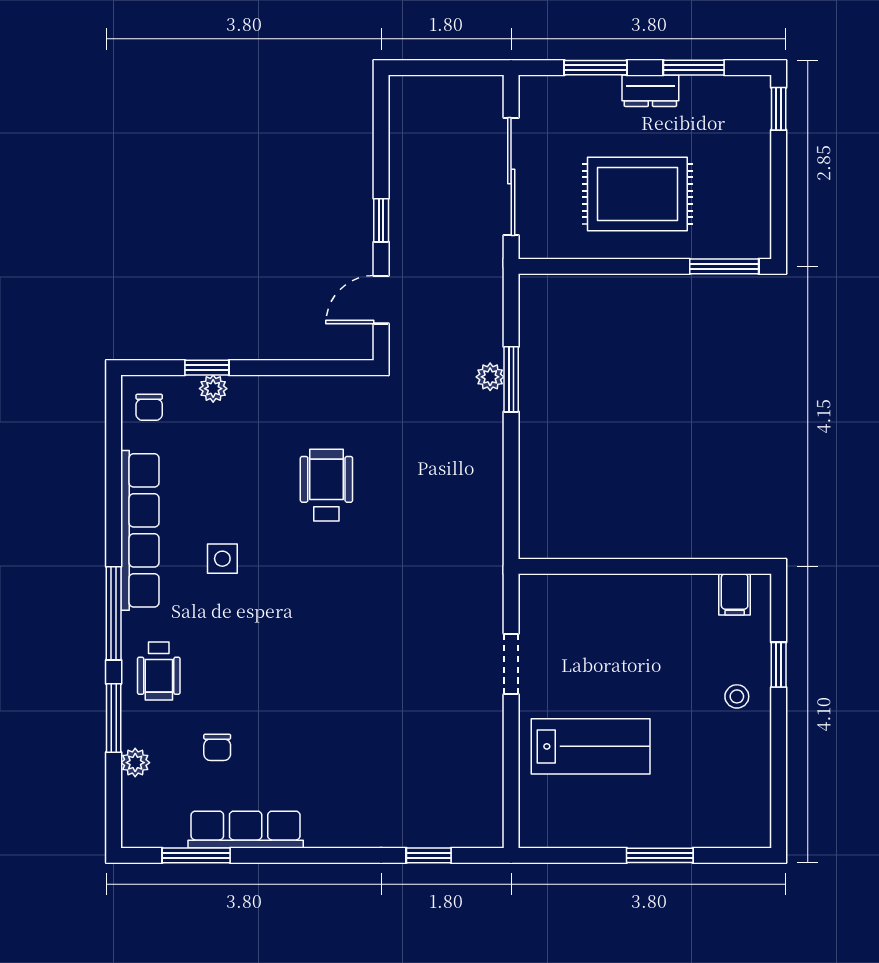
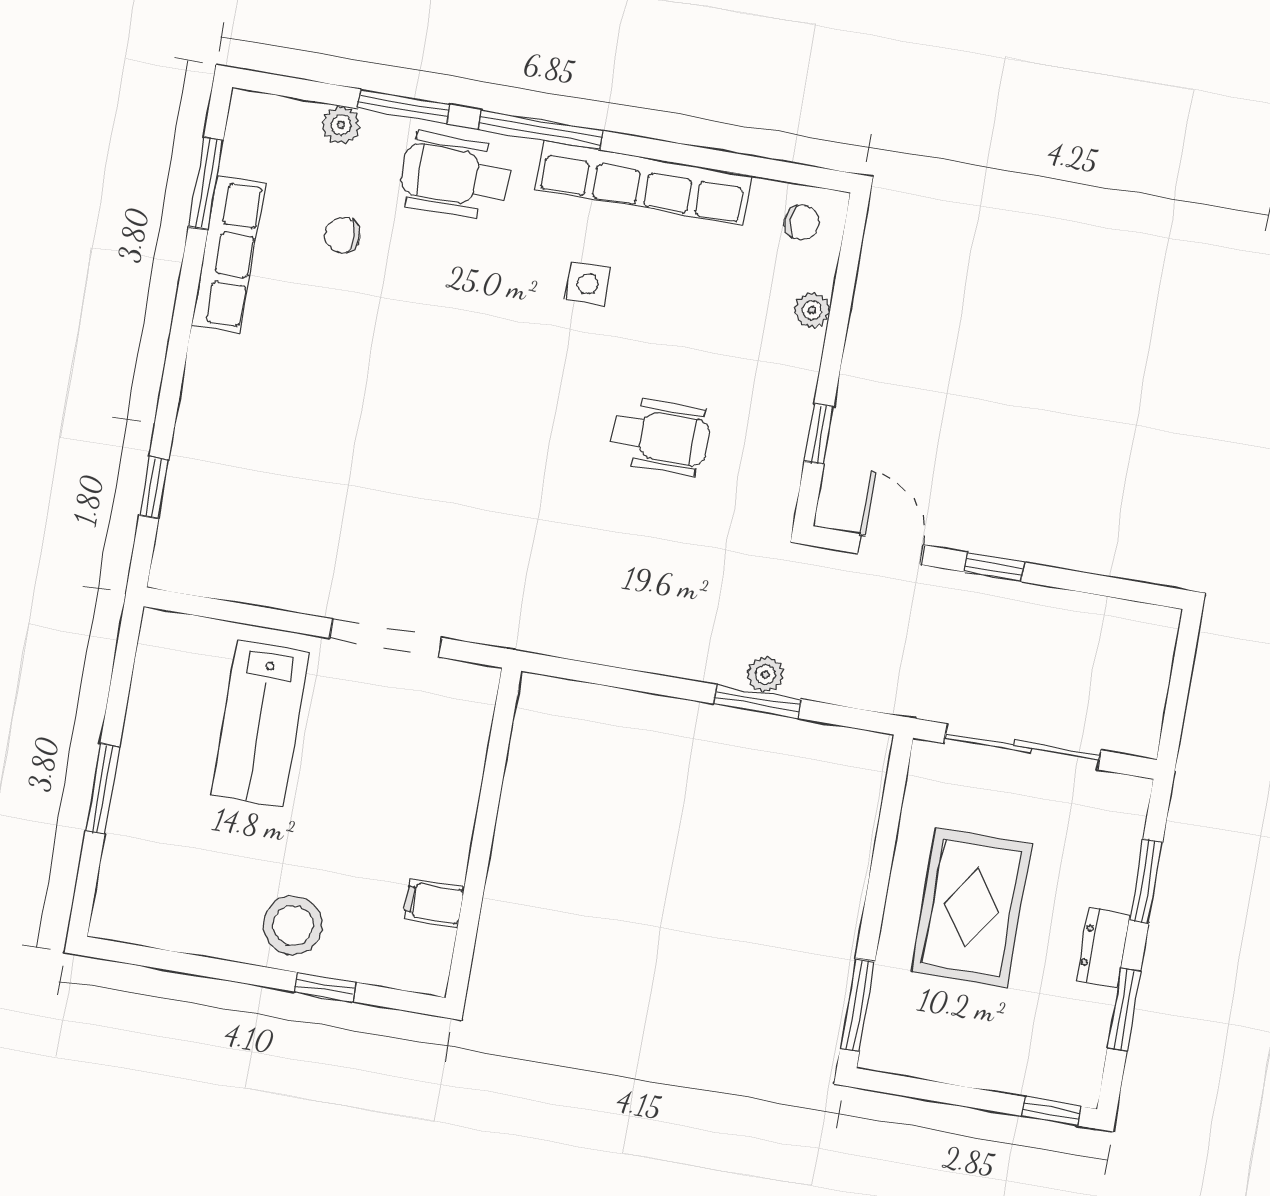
window: (207, 368) -> (819, 434), moved
chair: (149, 407) -> (802, 222), turned 180
filing cabinet: (735, 594) -> (434, 903), moved
doorway: (511, 664) -> (386, 638), width x1.38
wheelchair: (159, 671) -> (455, 176), width x1.36, depth x1.37
stool: (737, 696) -> (293, 925), width x1.89, depth x1.89

